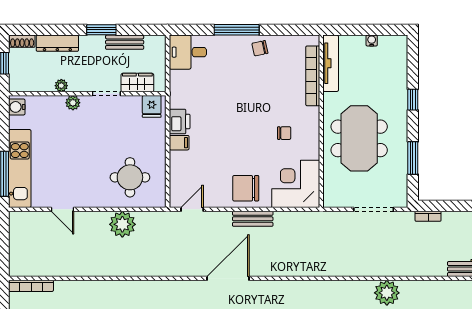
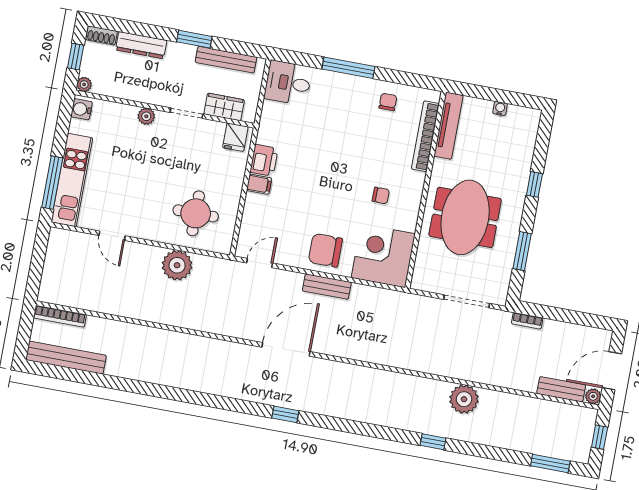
bench: (125, 42) -> (226, 60), width x1.36
chair: (260, 48) -> (388, 102), moved, turned 102
plant: (61, 86) -> (84, 84), moved

